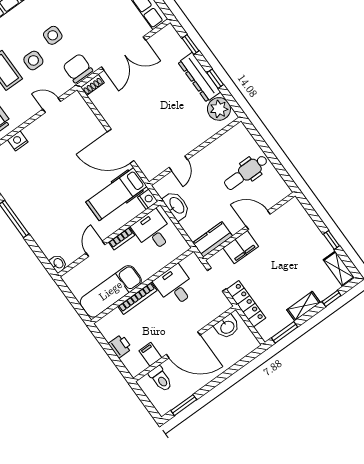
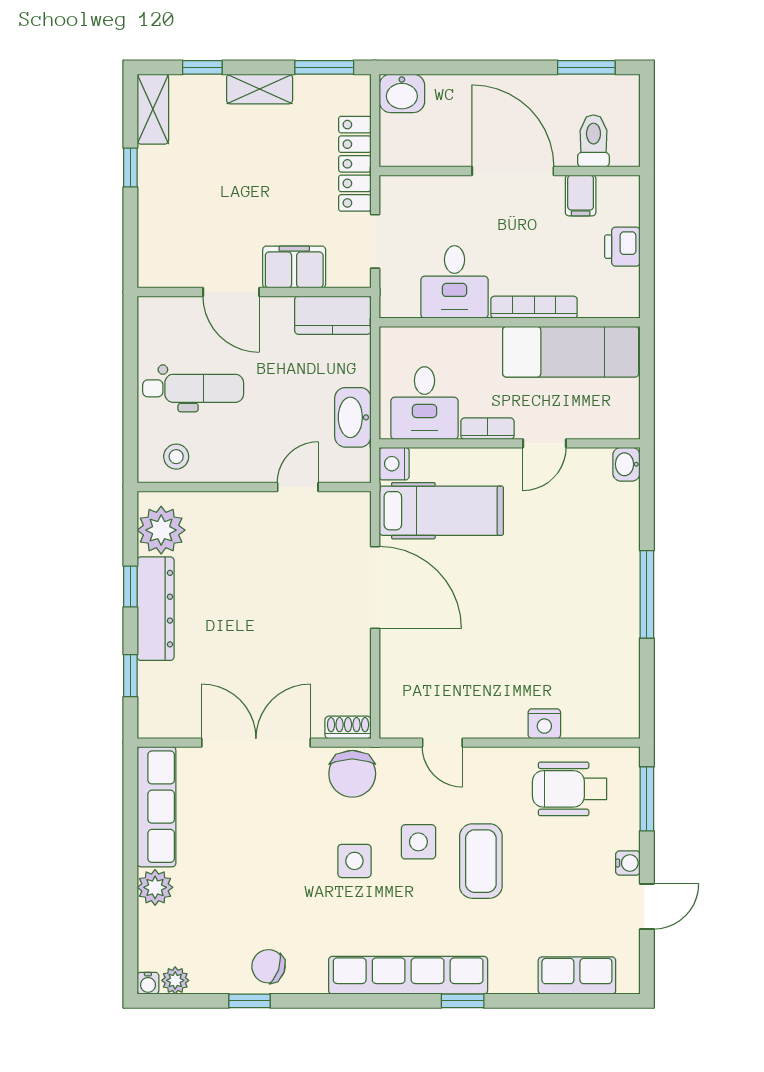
stool: (234, 141) -> (176, 457), added
washbasin: (227, 327) -> (402, 93), moved, turned 180

